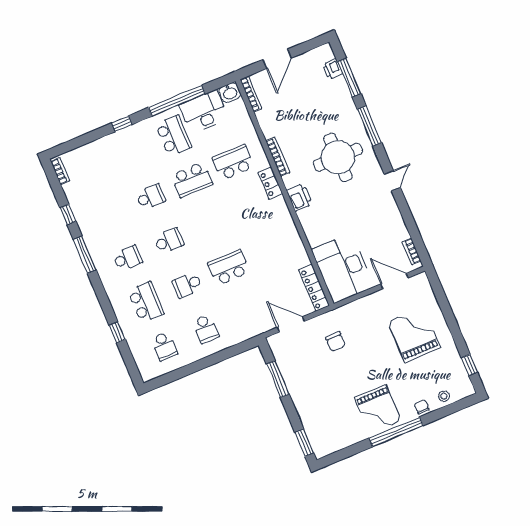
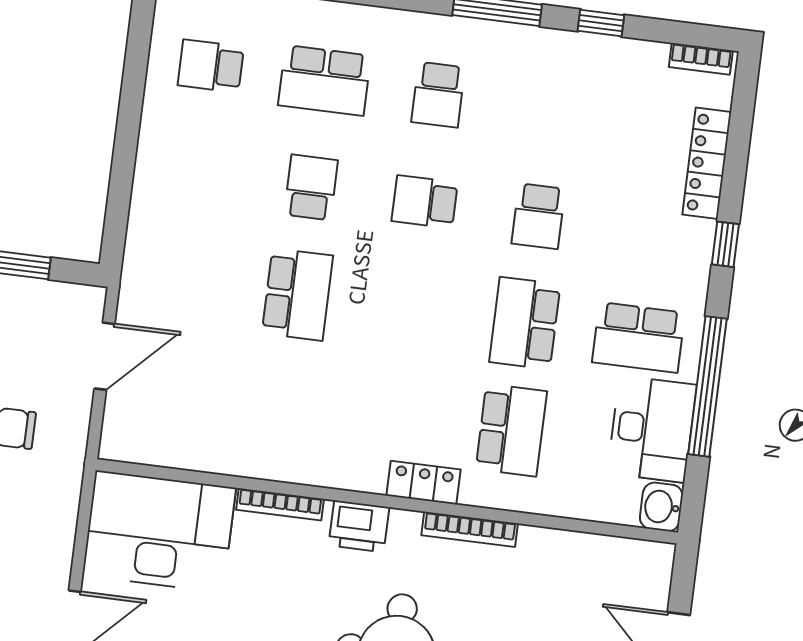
bookcase: (251, 94) -> (280, 504), moved
school desk: (169, 241) -> (425, 202), turned 90
locker: (314, 288) -> (707, 163), moved, turned -90
school desk: (206, 329) -> (197, 173), removed

